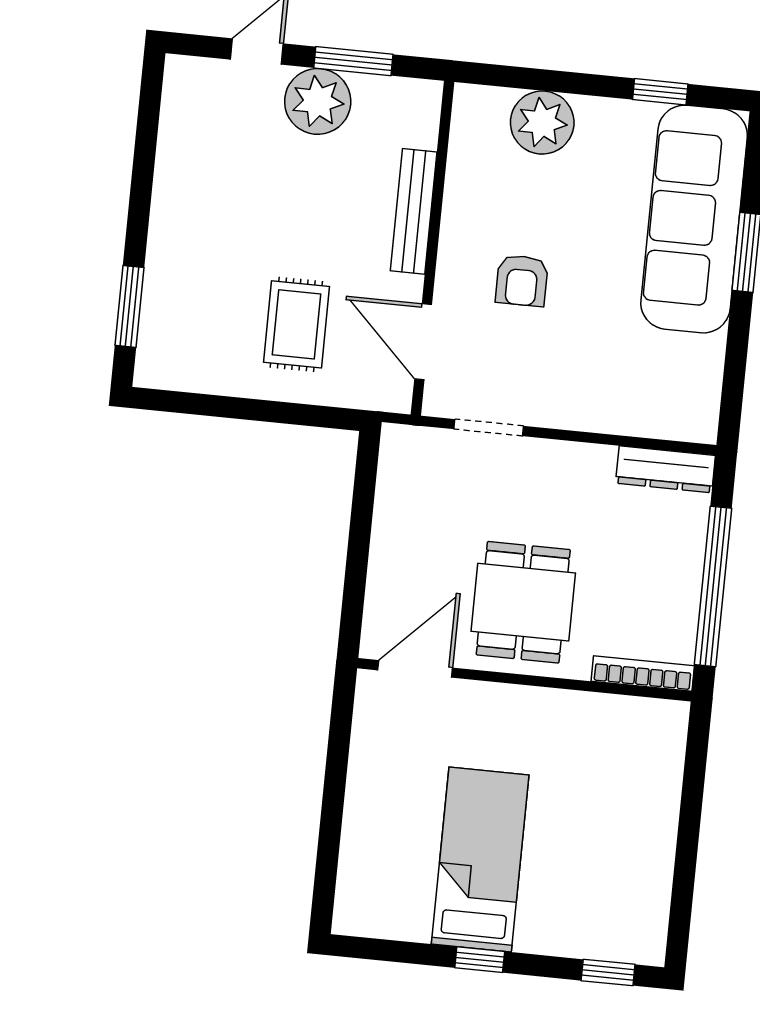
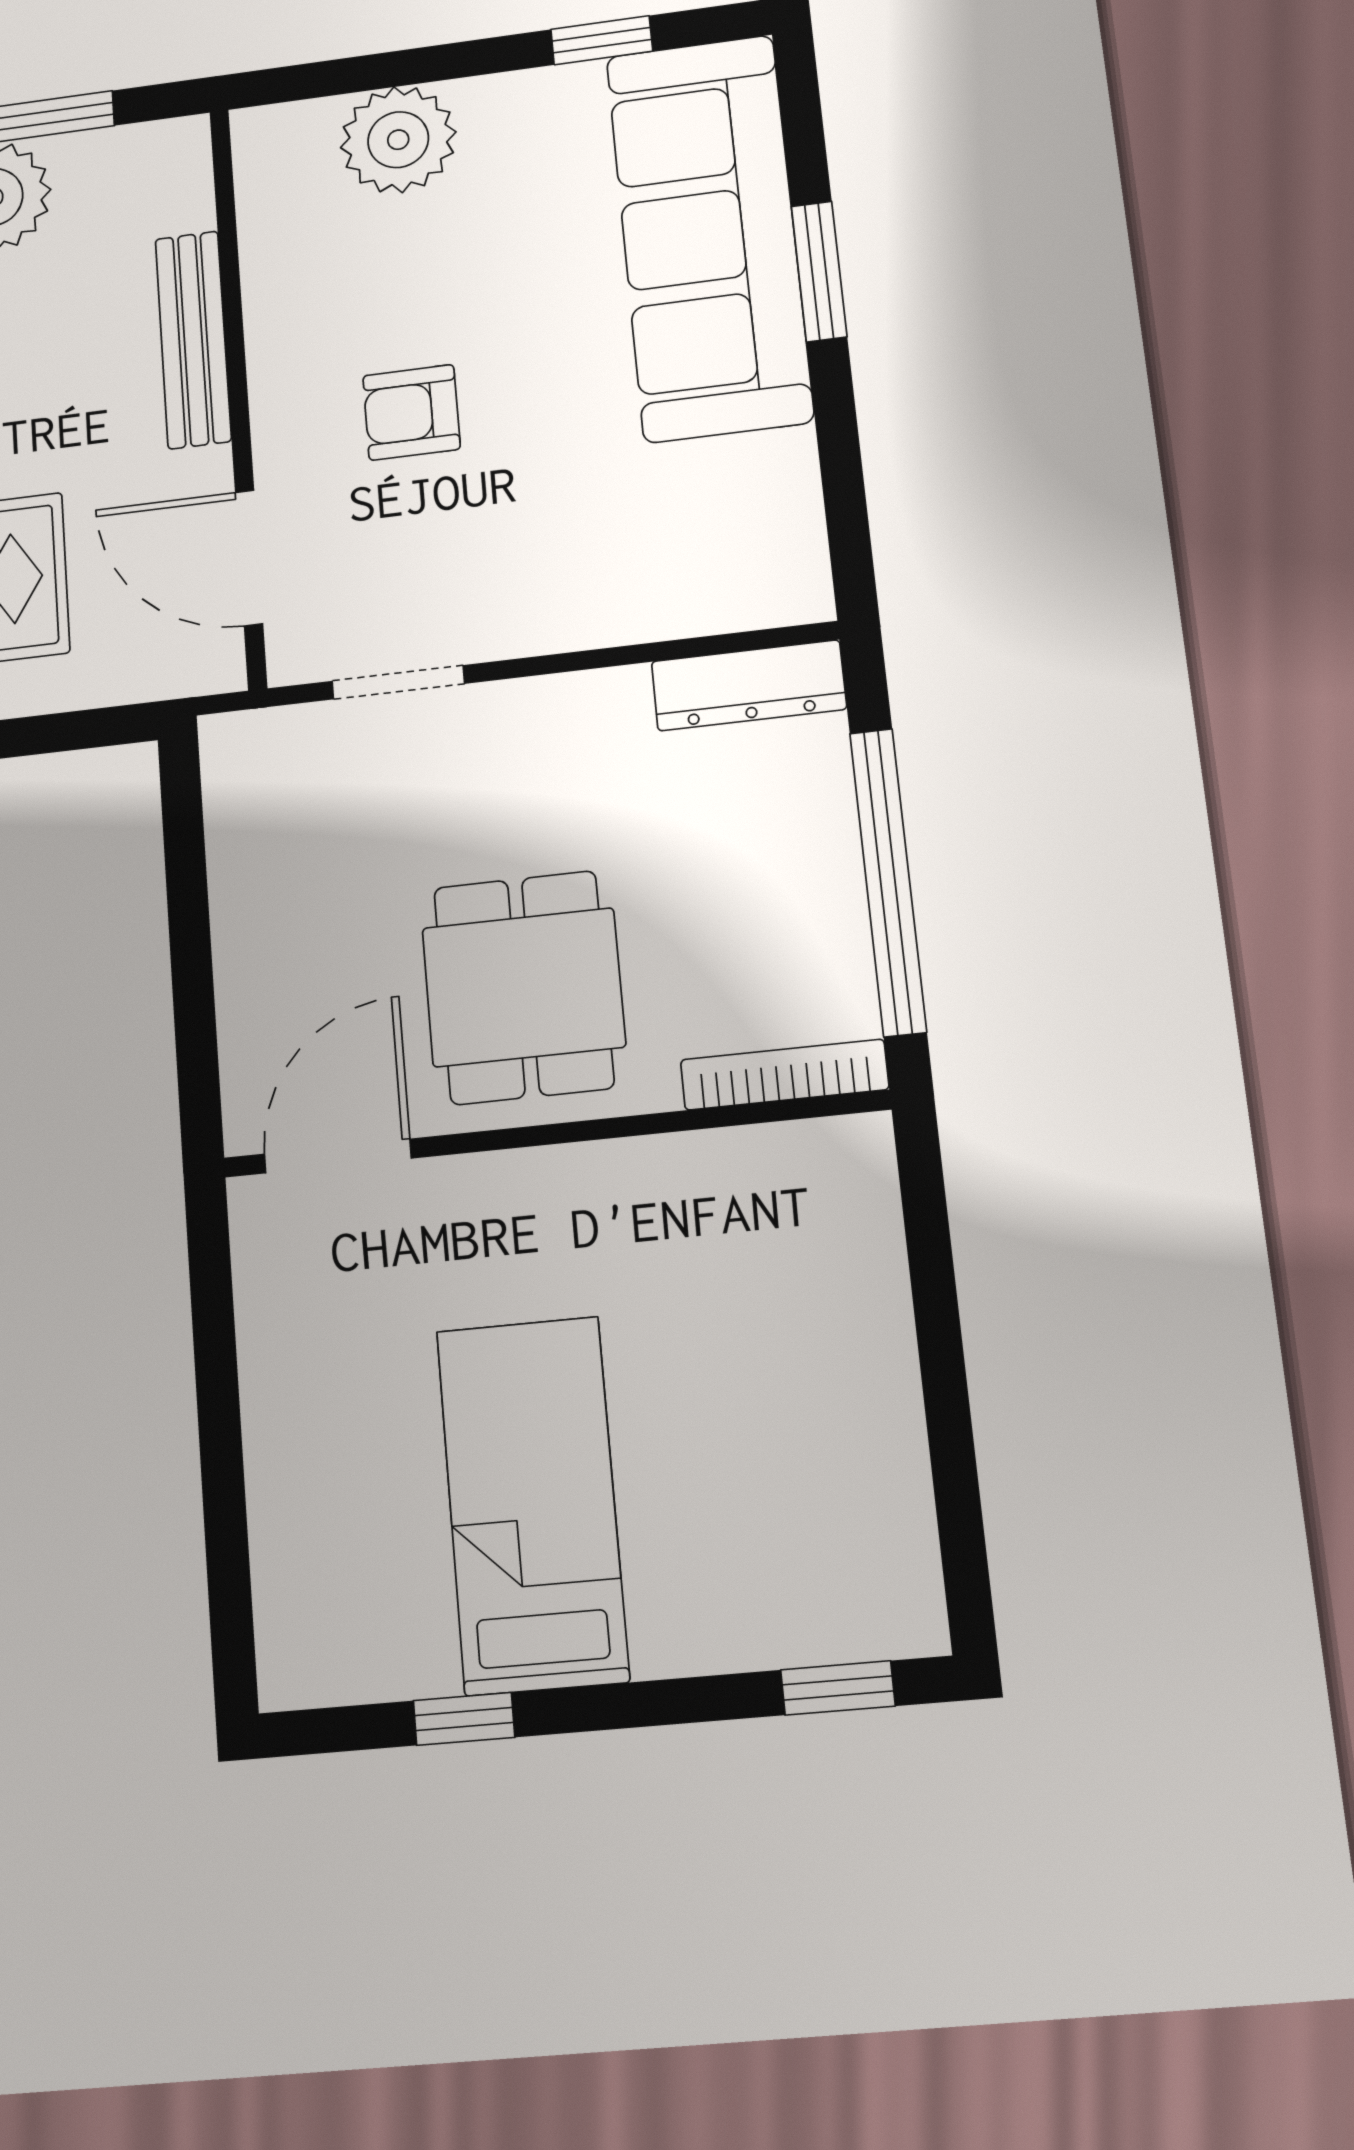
armchair: (522, 281) -> (411, 412), turned 90
window: (480, 960) -> (464, 1719), moved

